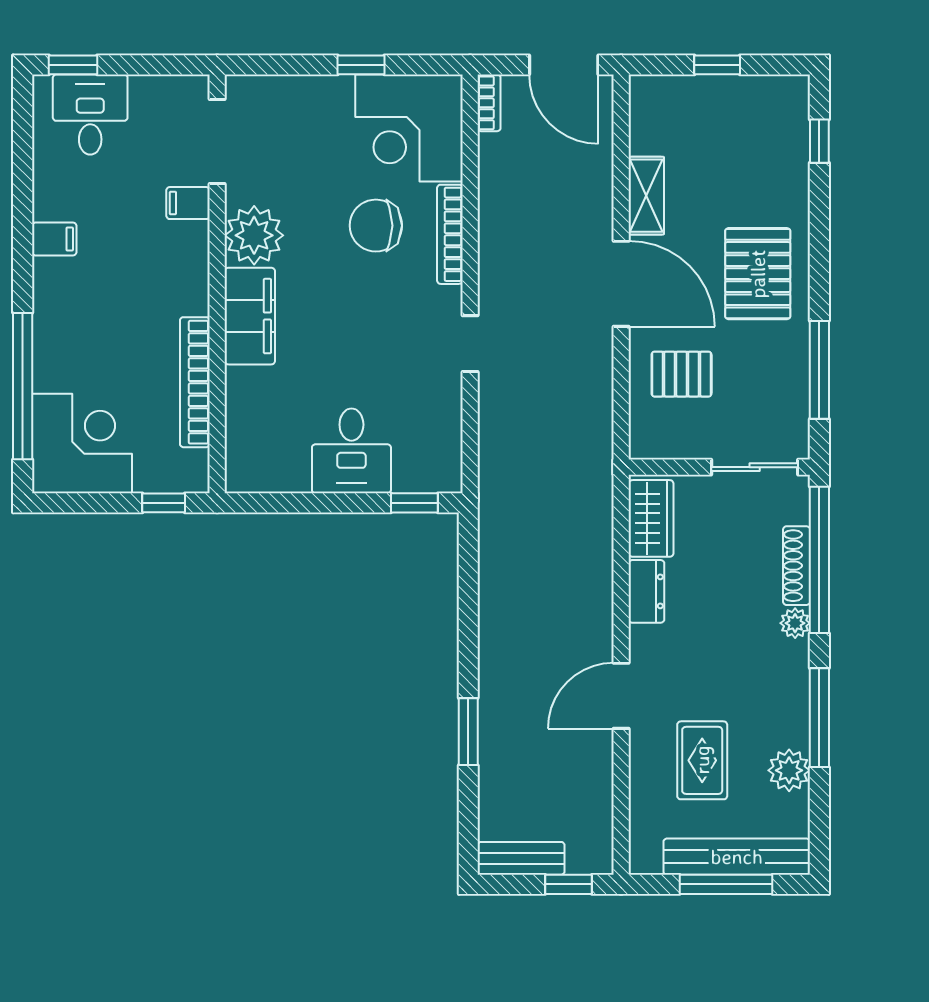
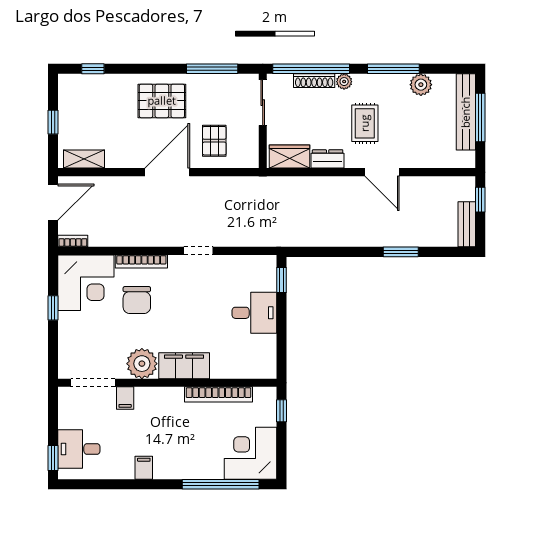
shelving: (646, 196) -> (84, 159), moved
rug: (702, 760) -> (365, 123), moved, turned 90

